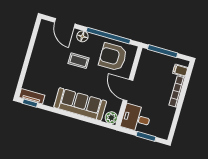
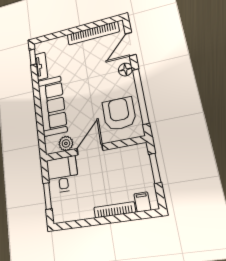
bookcase: (39, 46) -> (93, 33), added
window: (163, 51) -> (155, 168), width x0.69
coffee table: (79, 61) -> (97, 80), removed
tv unit: (32, 96) -> (41, 66), moved
plant: (111, 118) -> (66, 143), moved

